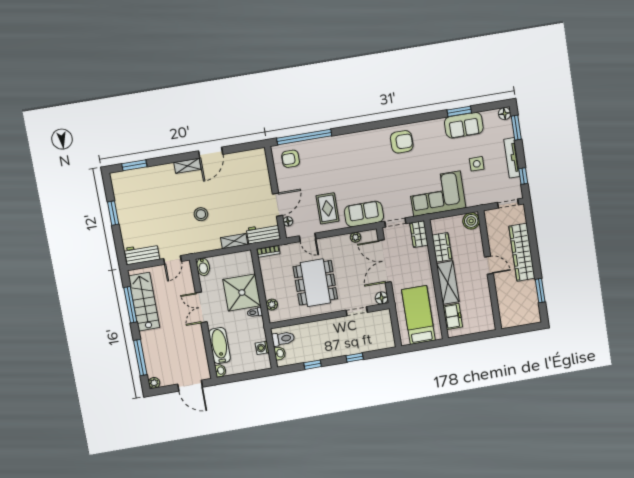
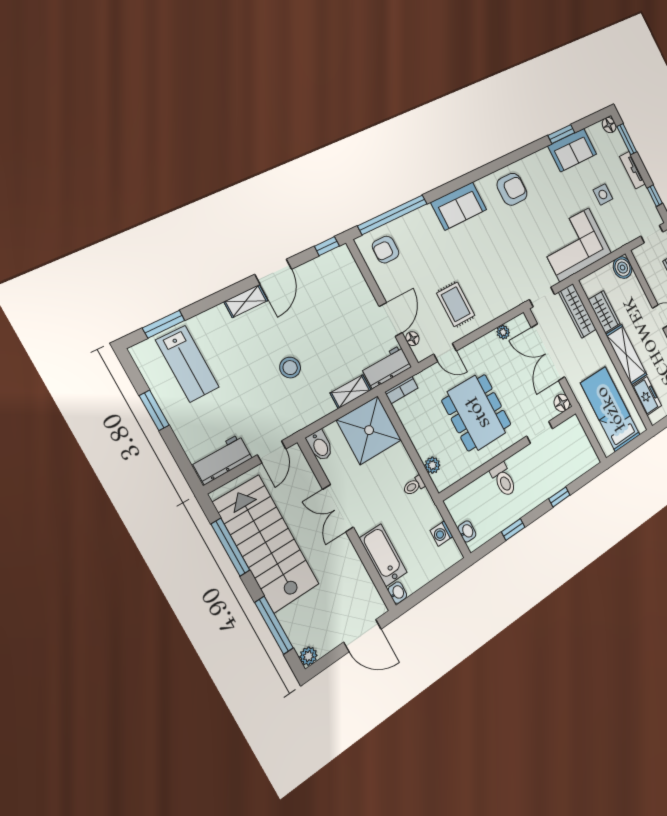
window: (251, 146) -> (327, 246), added
tv unit: (512, 158) -> (632, 170), width x0.71
lab bench: (140, 193) -> (187, 364), added
sofa: (364, 214) -> (459, 206), moved, turned 180
wardrobe: (419, 234) -> (577, 311), width x1.50
shower: (242, 292) -> (369, 430), moved
stairs: (144, 302) -> (266, 544), width x1.36, depth x1.51
toilet: (283, 339) -> (503, 480), moved, turned 90

